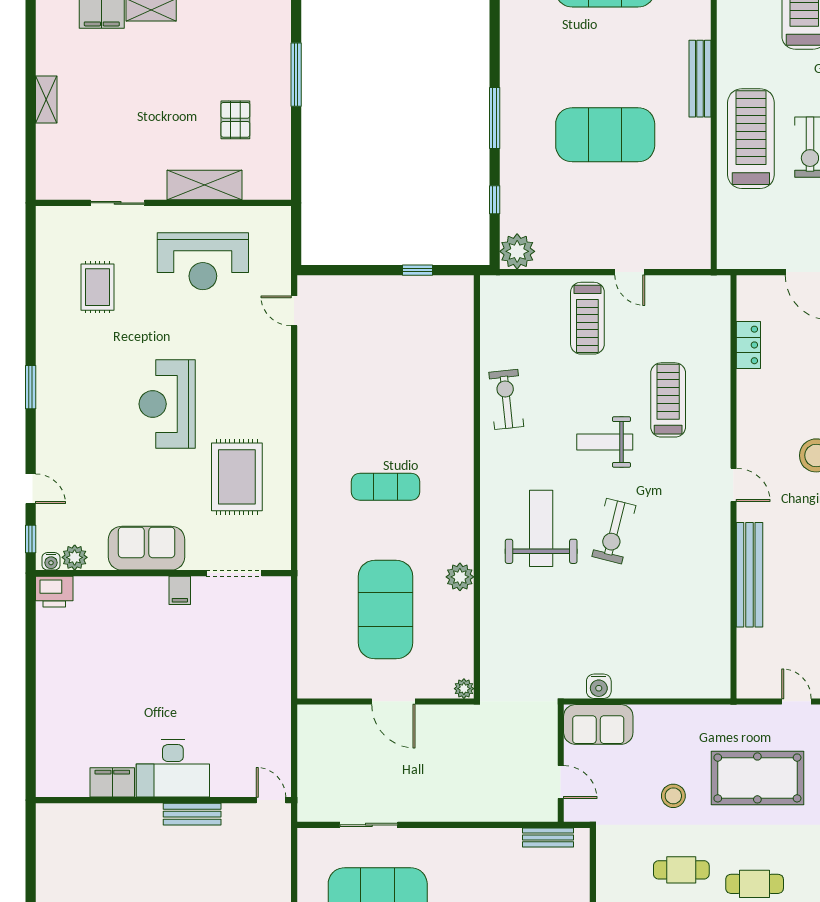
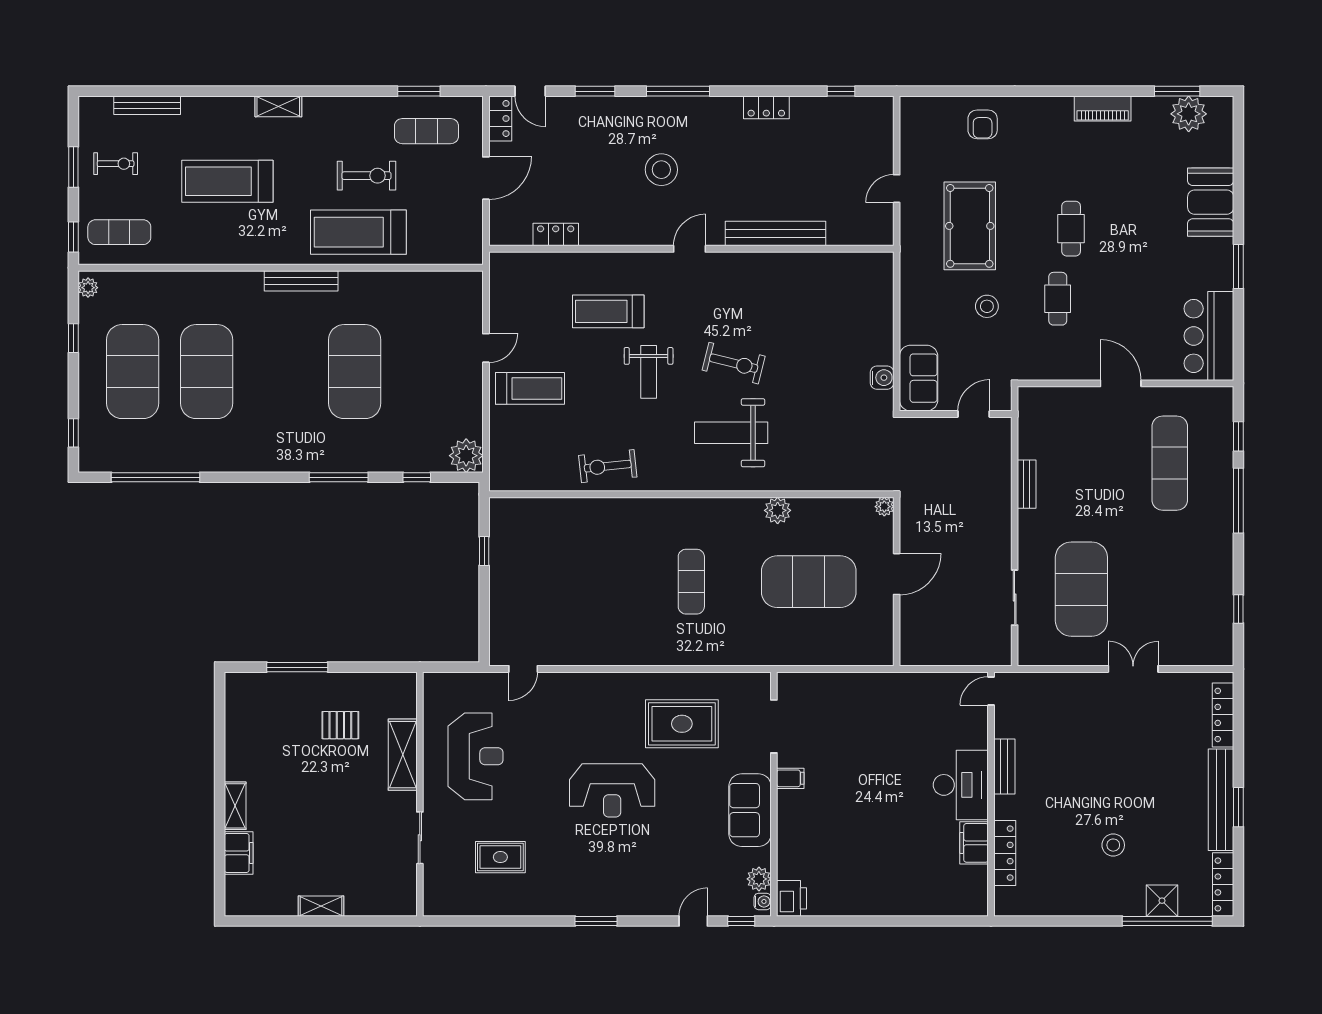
locker: (102, 814) -> (1005, 853), added
bench: (548, 837) -> (1027, 484), moved

